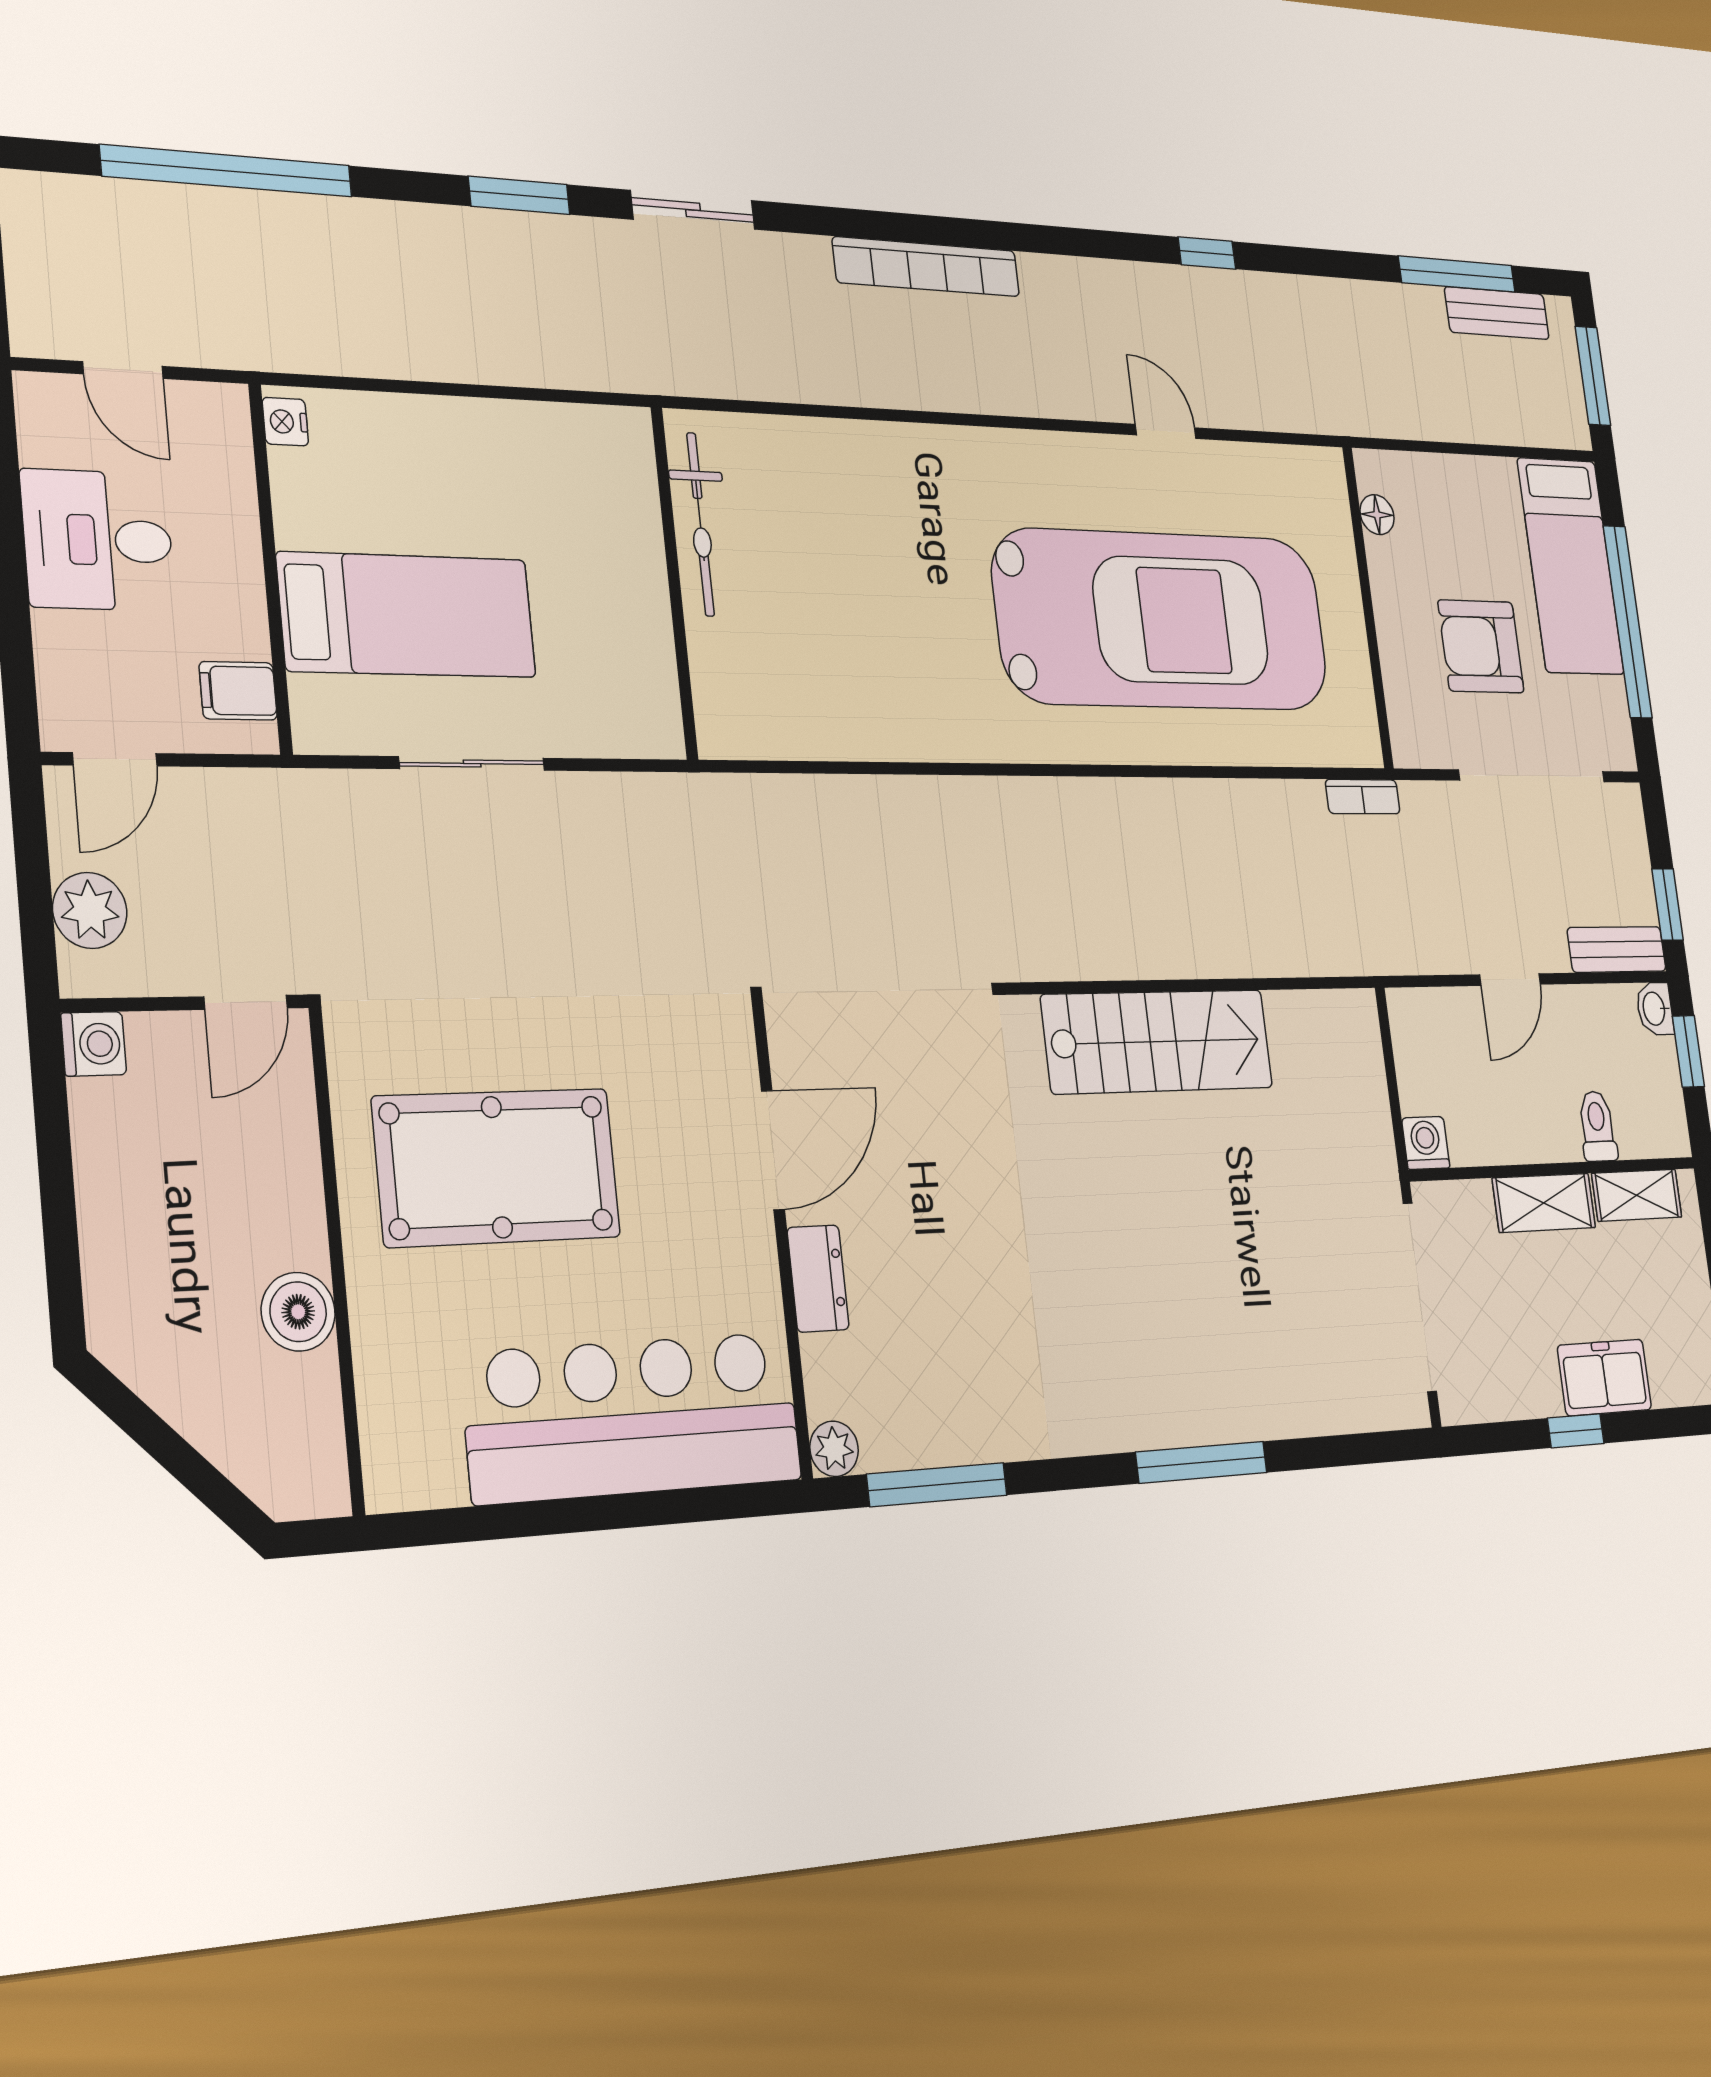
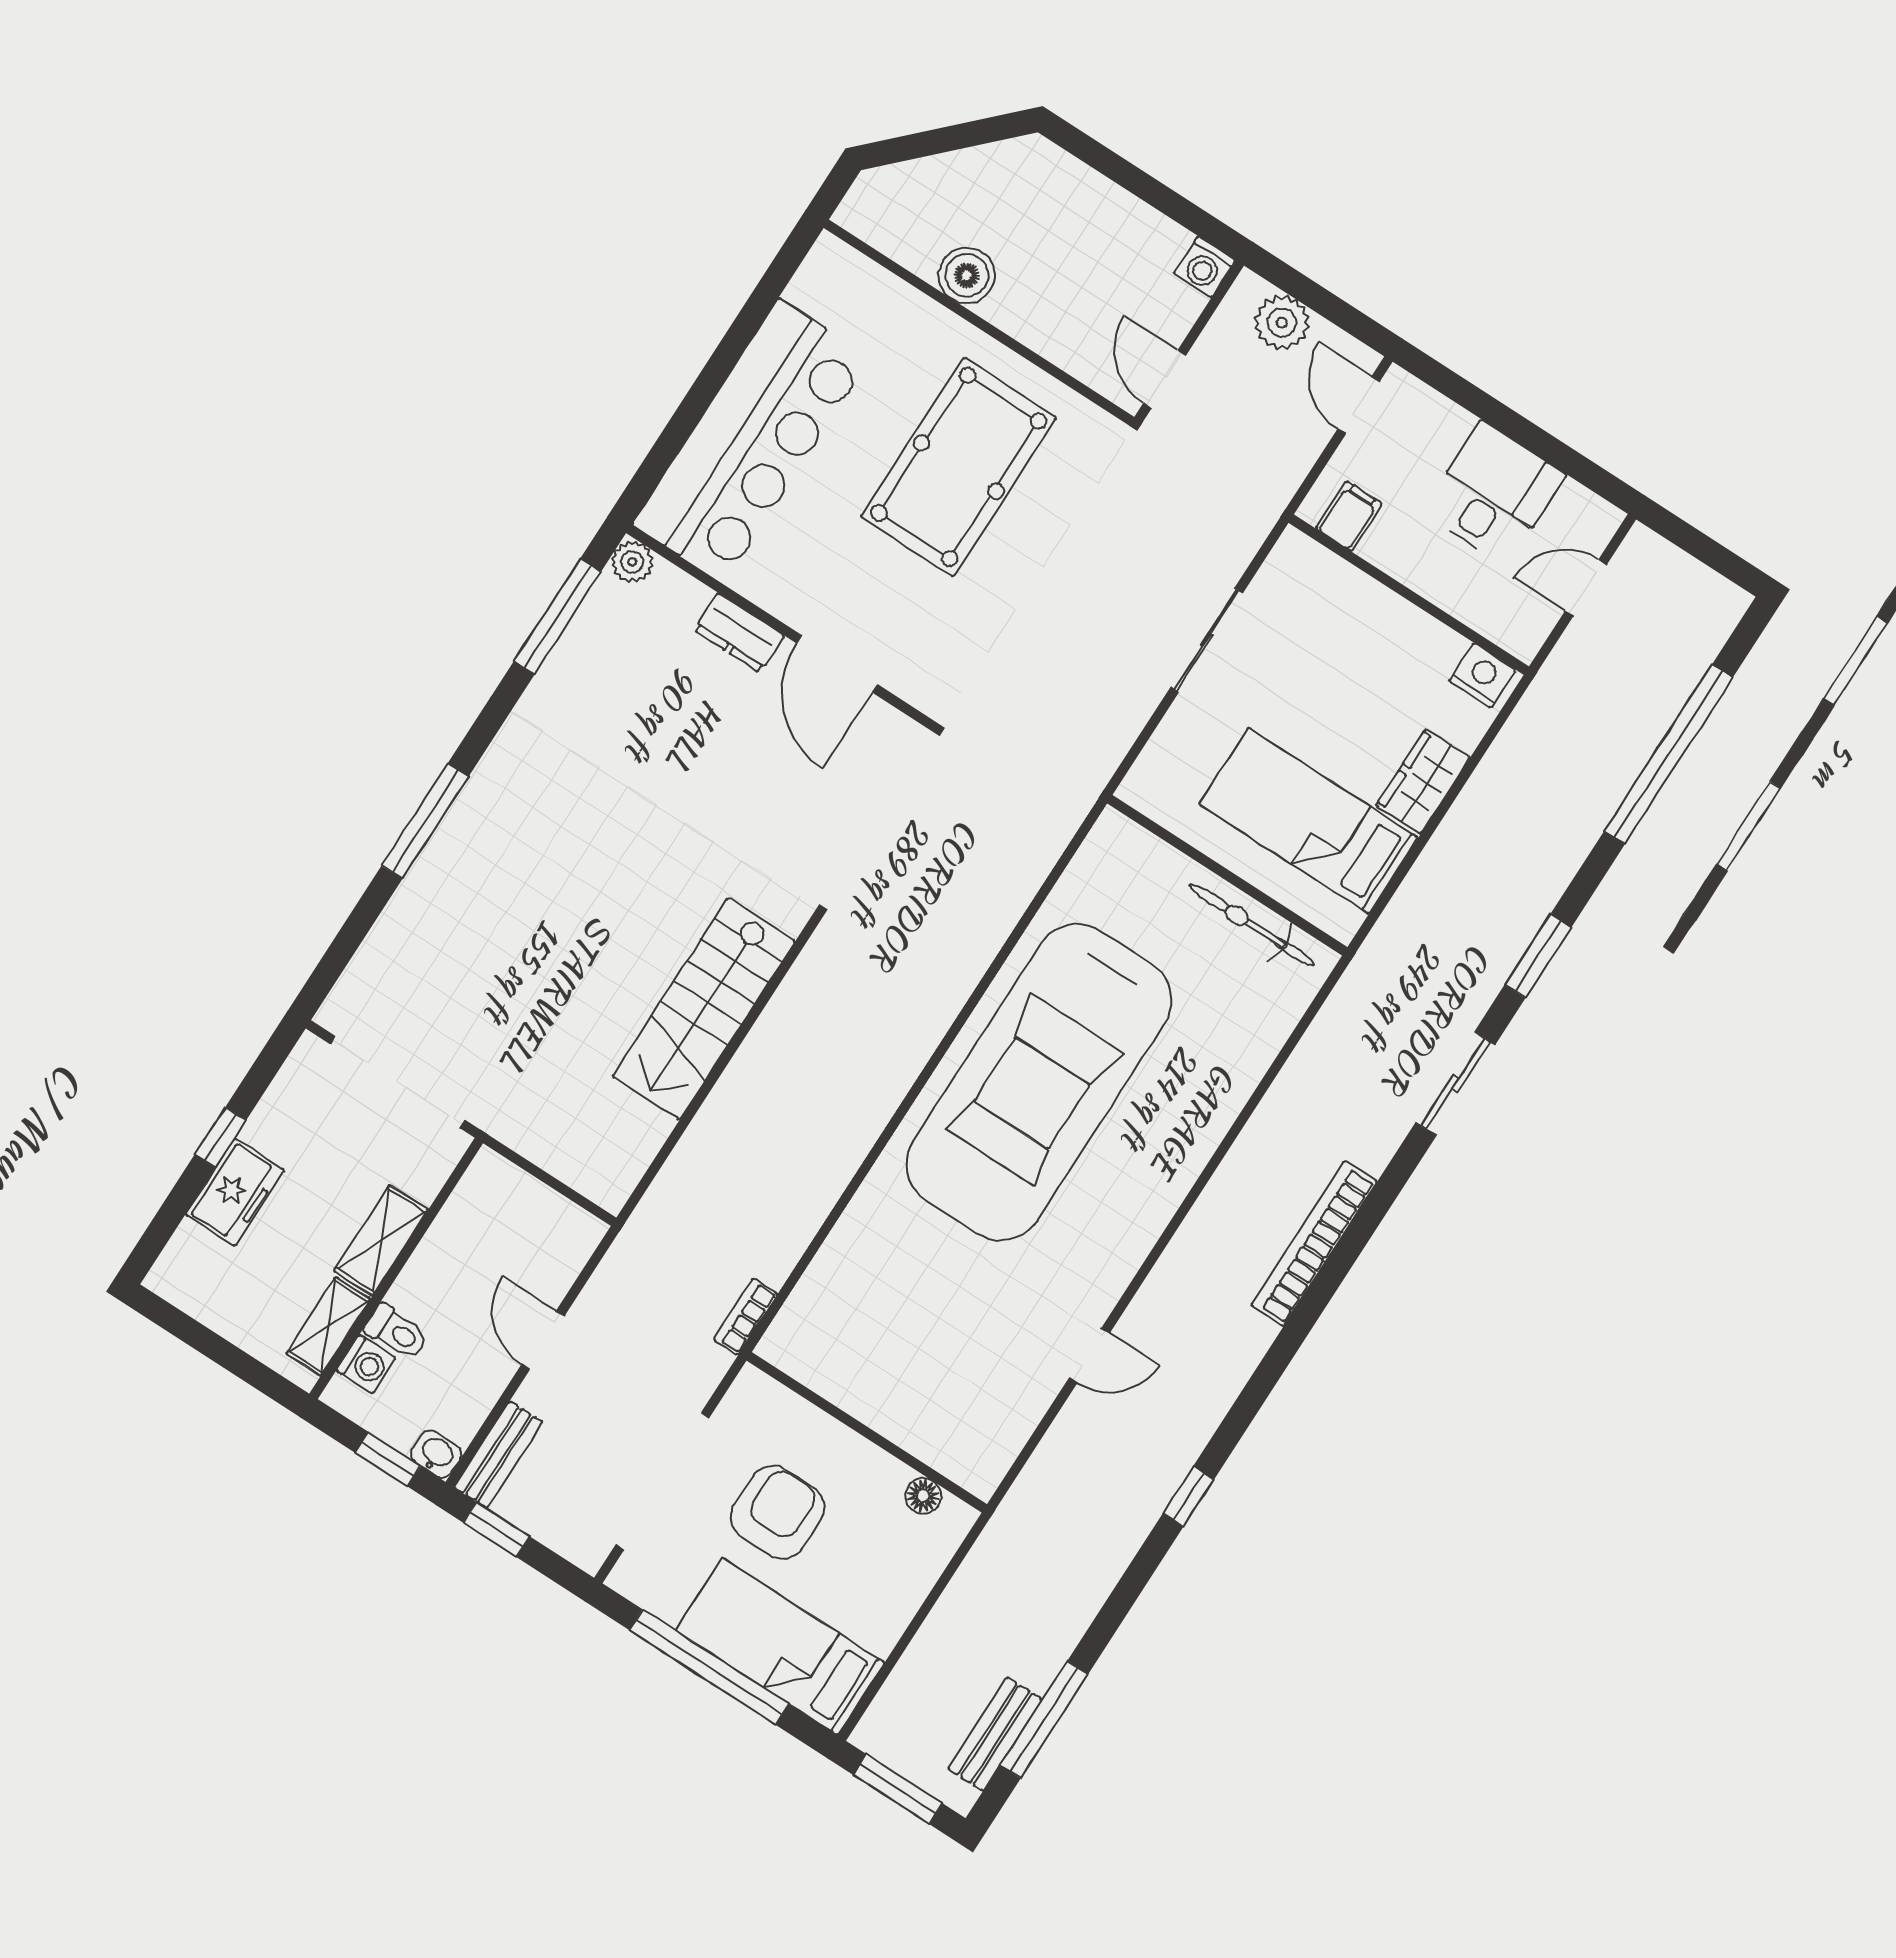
nightstand: (285, 422) -> (1482, 675), width x1.39, depth x1.35
wardrobe: (442, 429) -> (1423, 781), added
bed: (407, 615) -> (1309, 821), moved, turned 90
car: (1162, 620) -> (1039, 1082), moved
washing machine: (1426, 1143) -> (366, 1364), moved

